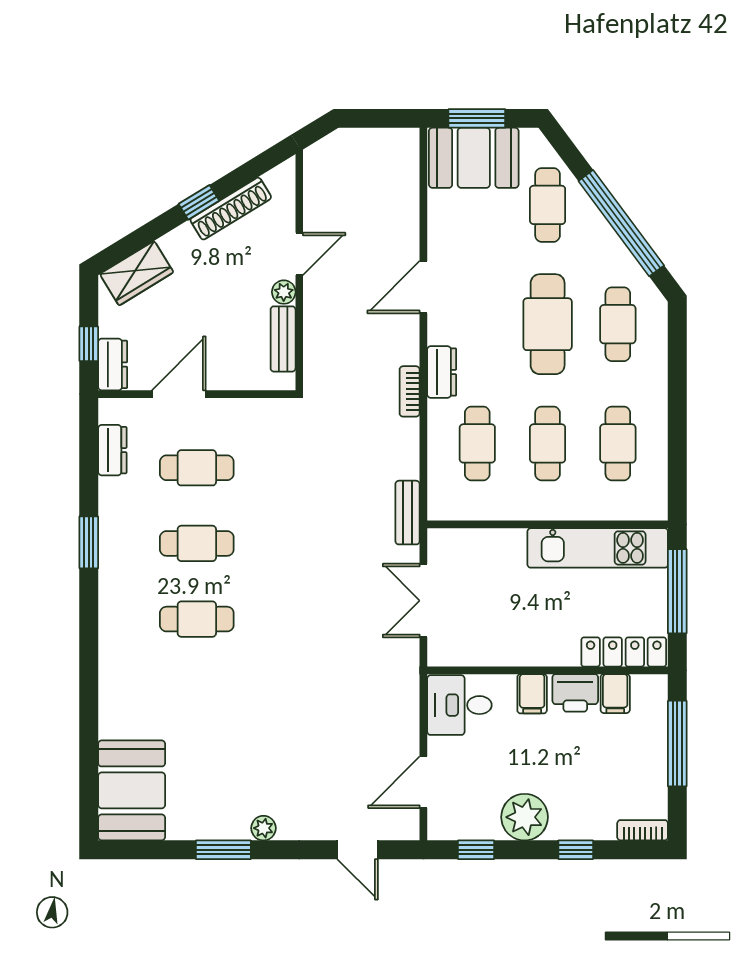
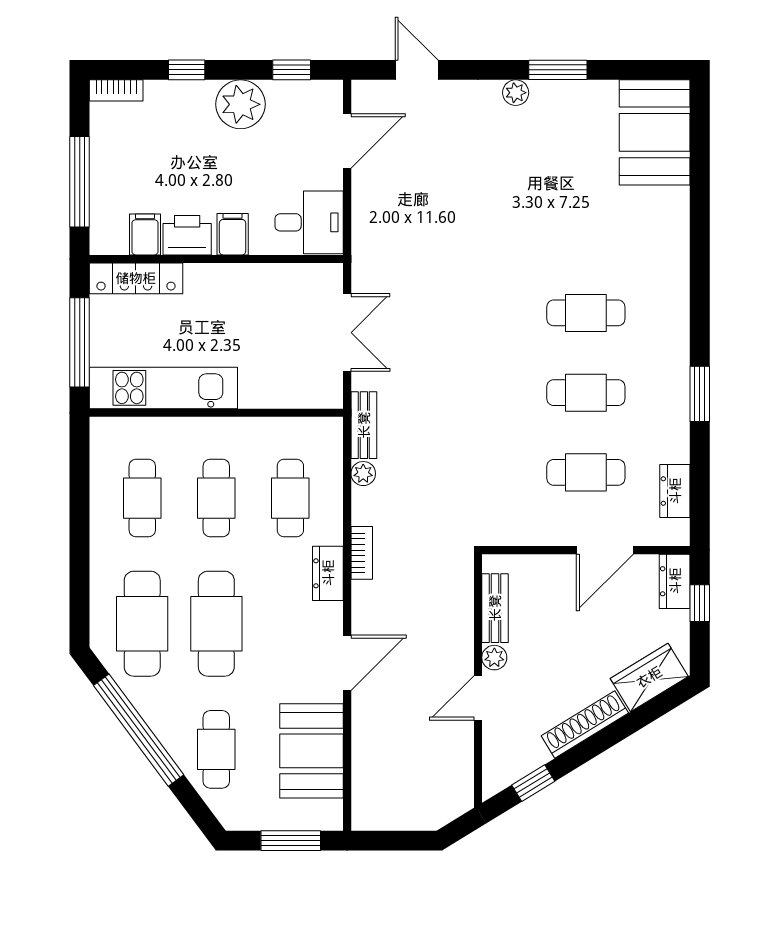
booth: (474, 158) -> (311, 751), moved, turned 90
window: (199, 202) -> (533, 783), moved
shoe rack: (231, 209) -> (585, 724), moved
cafe table: (618, 324) -> (142, 624), width x1.37, depth x1.35
plant: (408, 467) -> (363, 474), added

